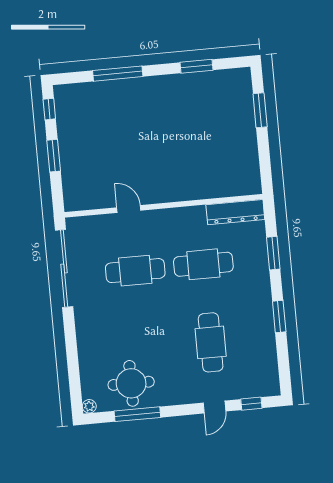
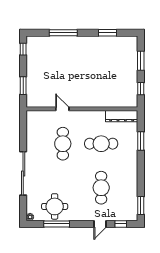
window: (54, 156) -> (23, 86), moved
window: (265, 160) -> (141, 89), added
sliding door: (64, 269) -> (23, 173), moved
cafe table: (135, 271) -> (63, 144), turned 90
window: (279, 316) -> (141, 205), moved

